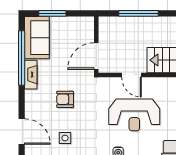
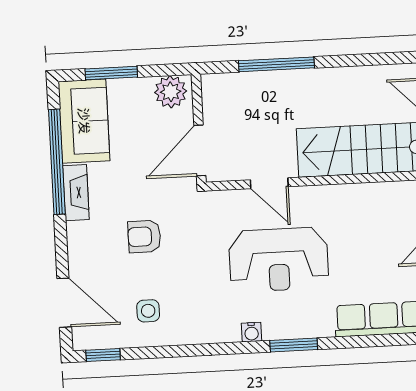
plant: (83, 25) -> (171, 92), added

